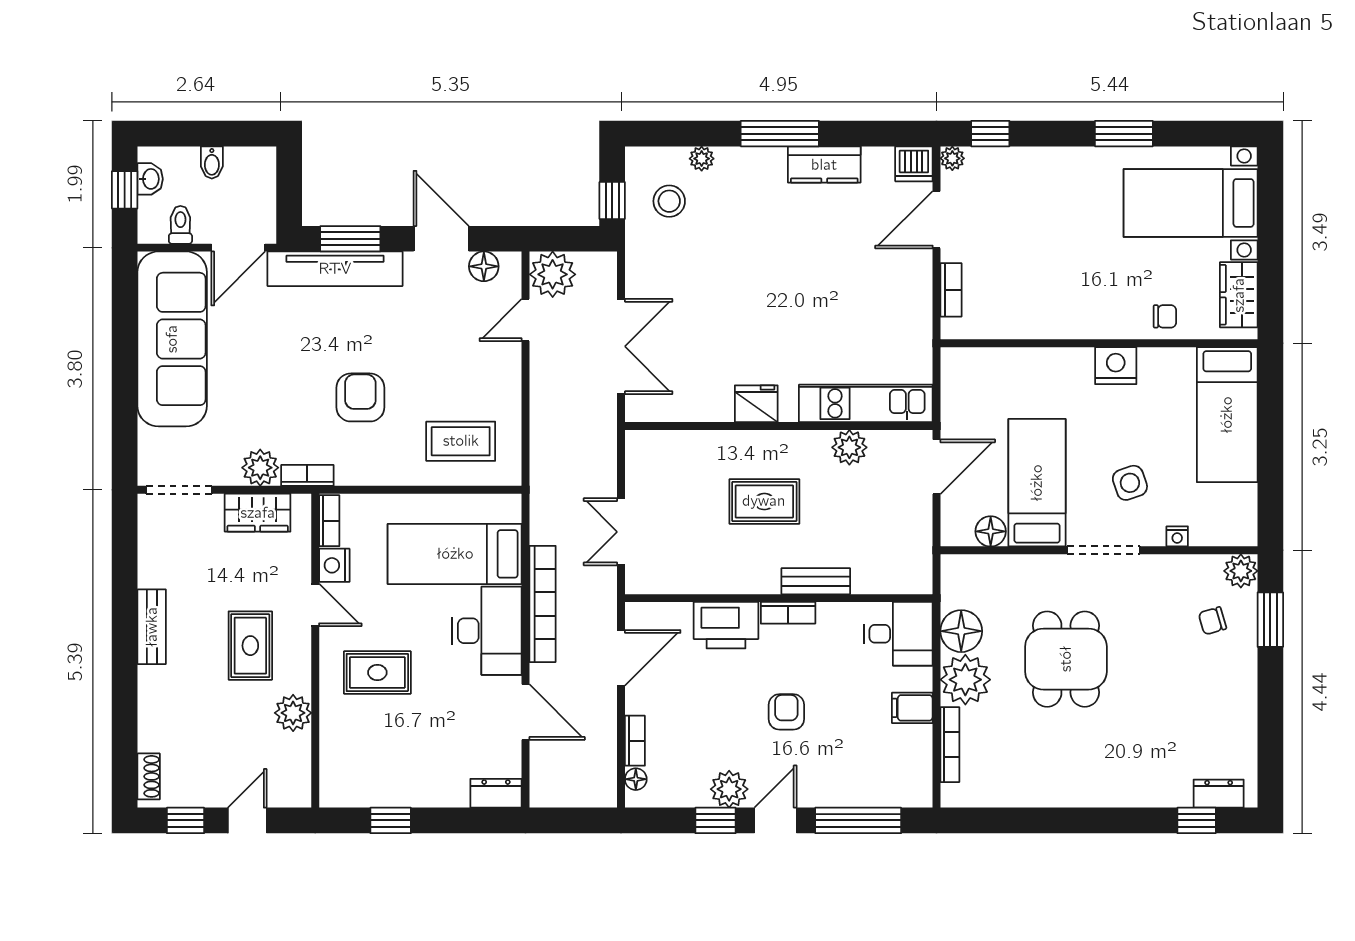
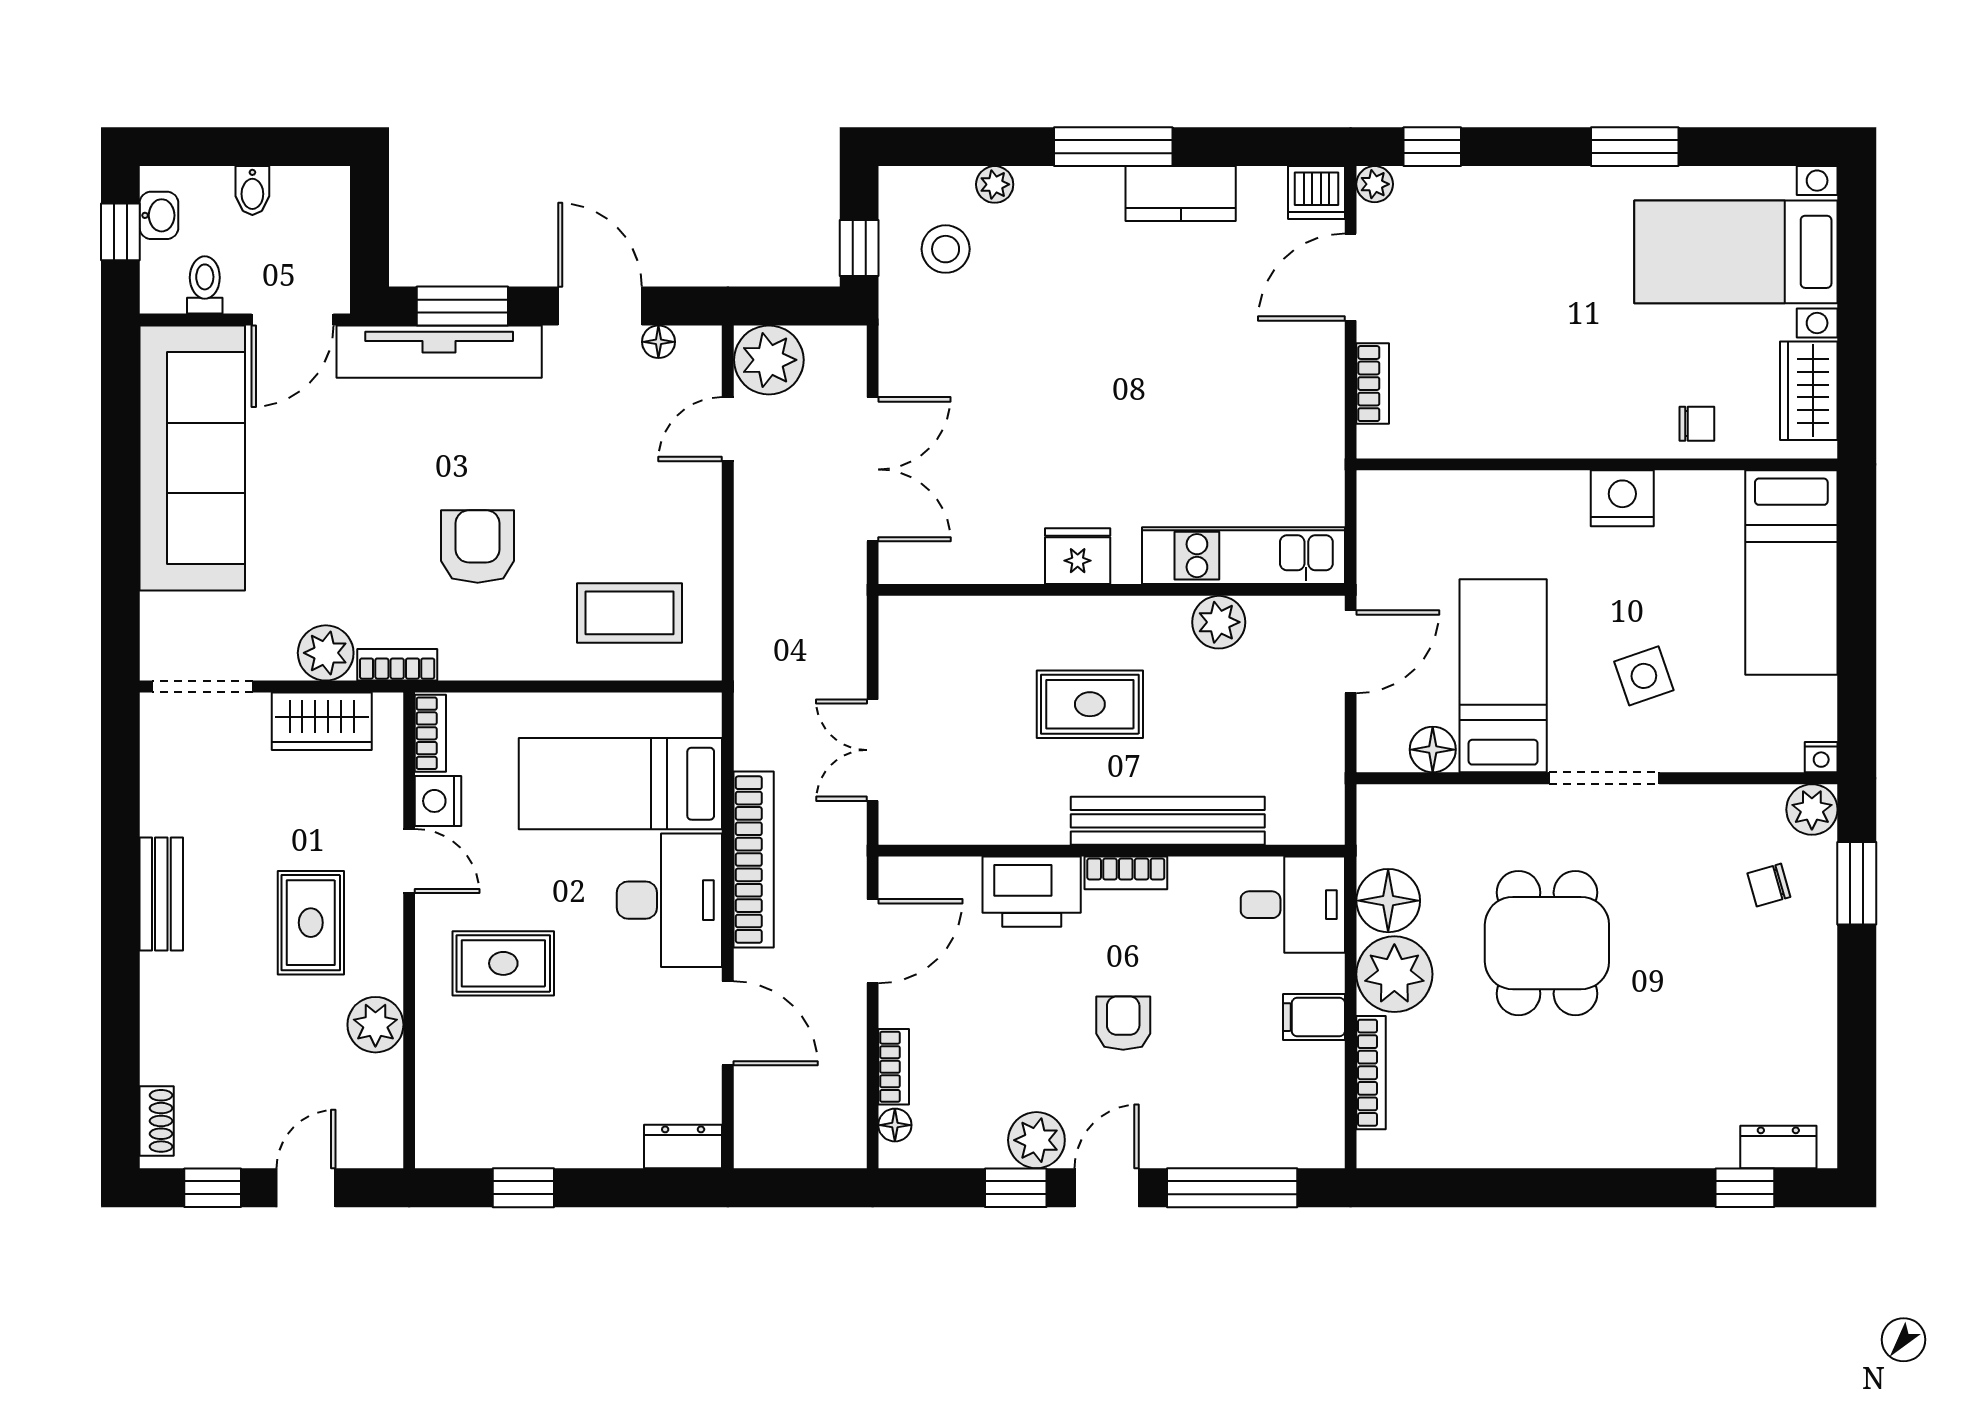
floor lamp: (484, 266) -> (658, 342), width x0.73, depth x0.73
nightstand: (1177, 536) -> (1821, 757), moved
bench: (816, 581) -> (1168, 821), width x1.86, depth x1.21

